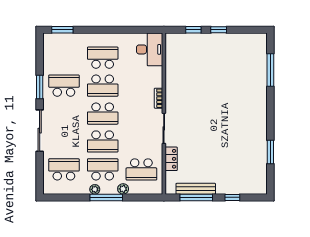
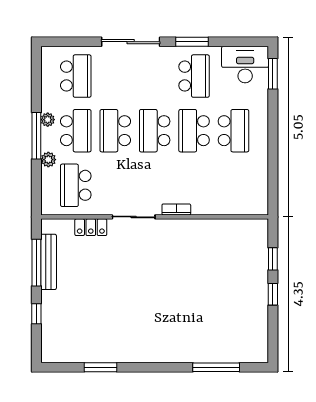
desk: (150, 49) -> (245, 65), moved, turned 180

